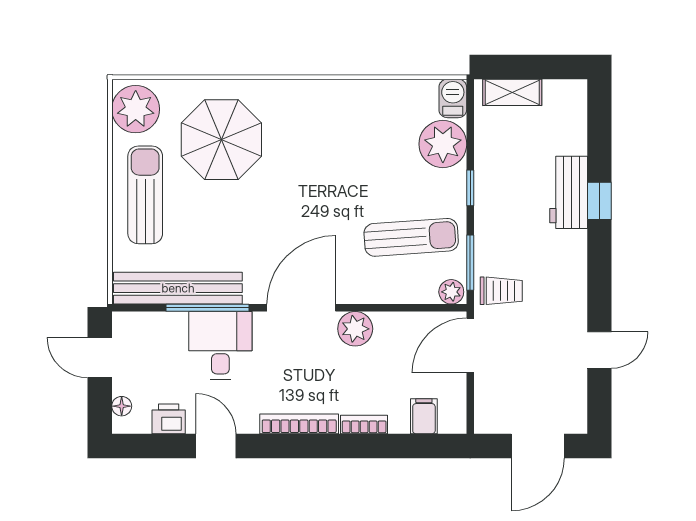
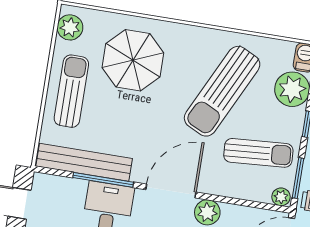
plant: (136, 109) -> (70, 27), width x0.73, depth x0.73
sun lounger: (349, 162) -> (222, 91), added

